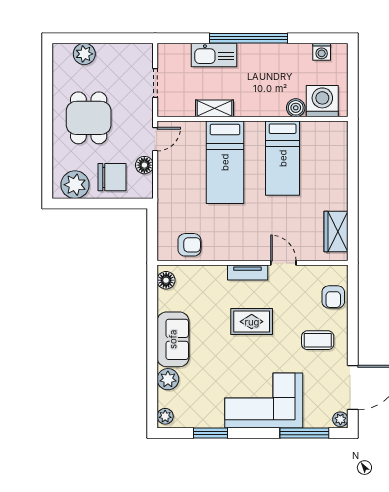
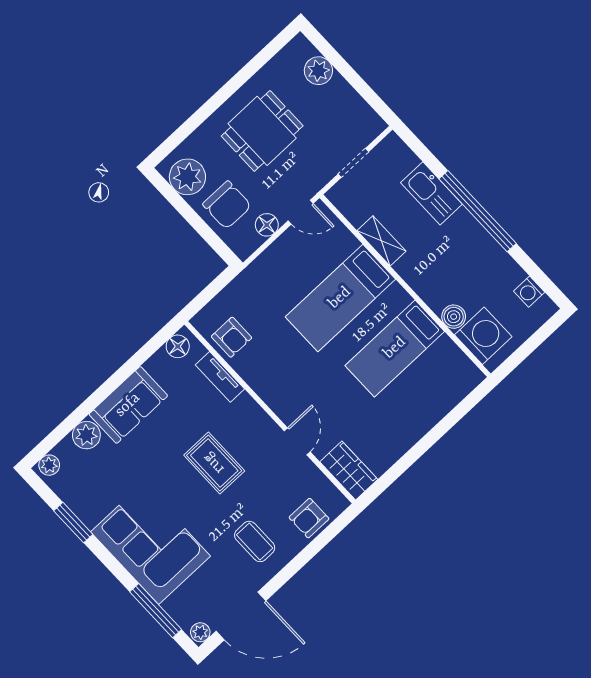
wardrobe: (336, 231) -> (349, 471), moved, turned 90
tv unit: (248, 272) -> (220, 377), moved

